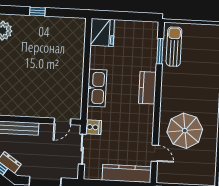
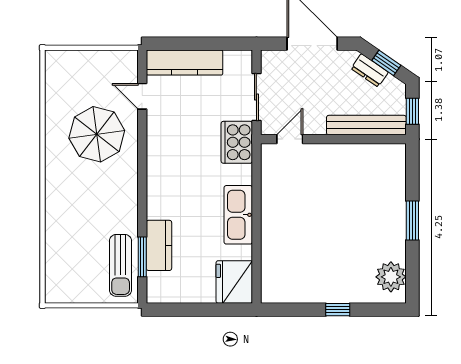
kitchen sink: (97, 88) -> (238, 215), moved
kitchen counter: (147, 88) -> (159, 245), moved
cooker: (93, 127) -> (237, 142), width x1.87, depth x1.31

